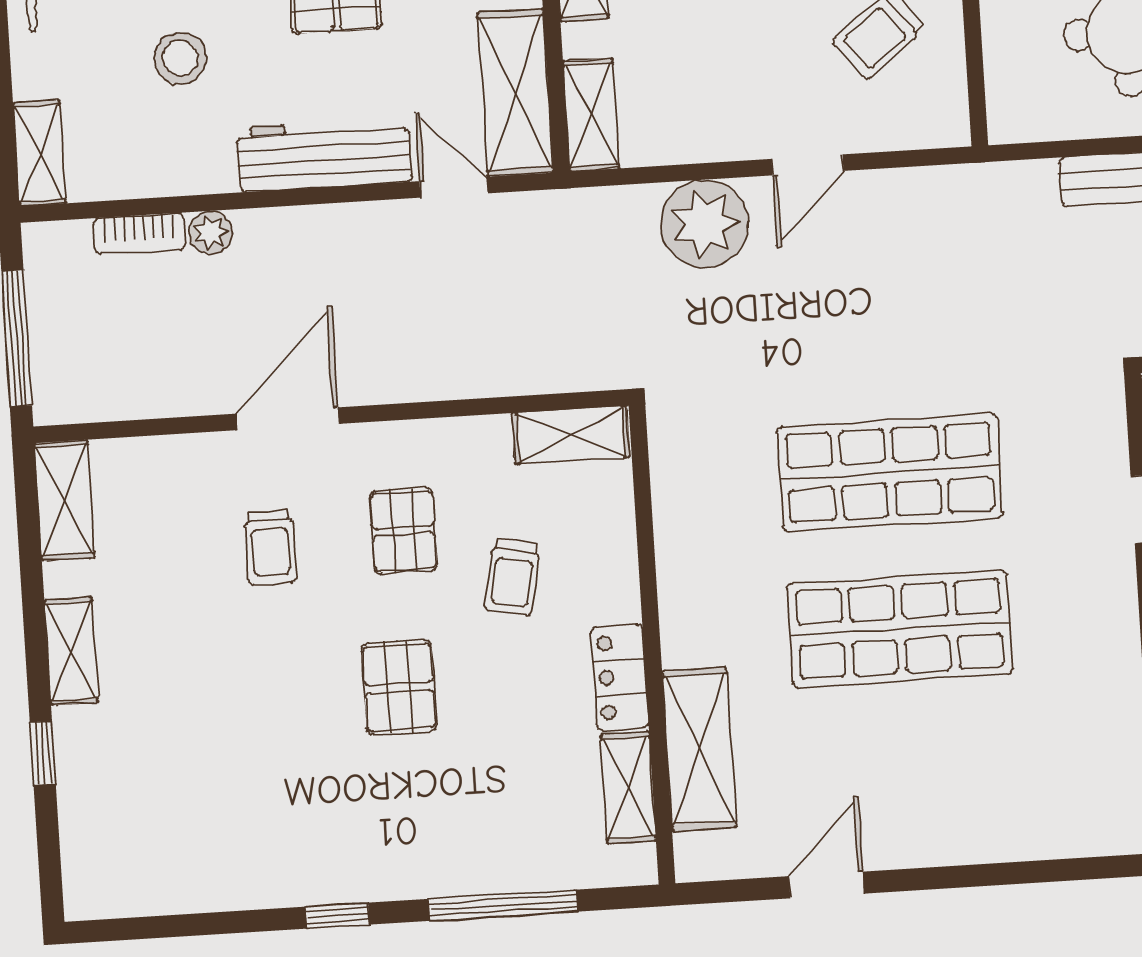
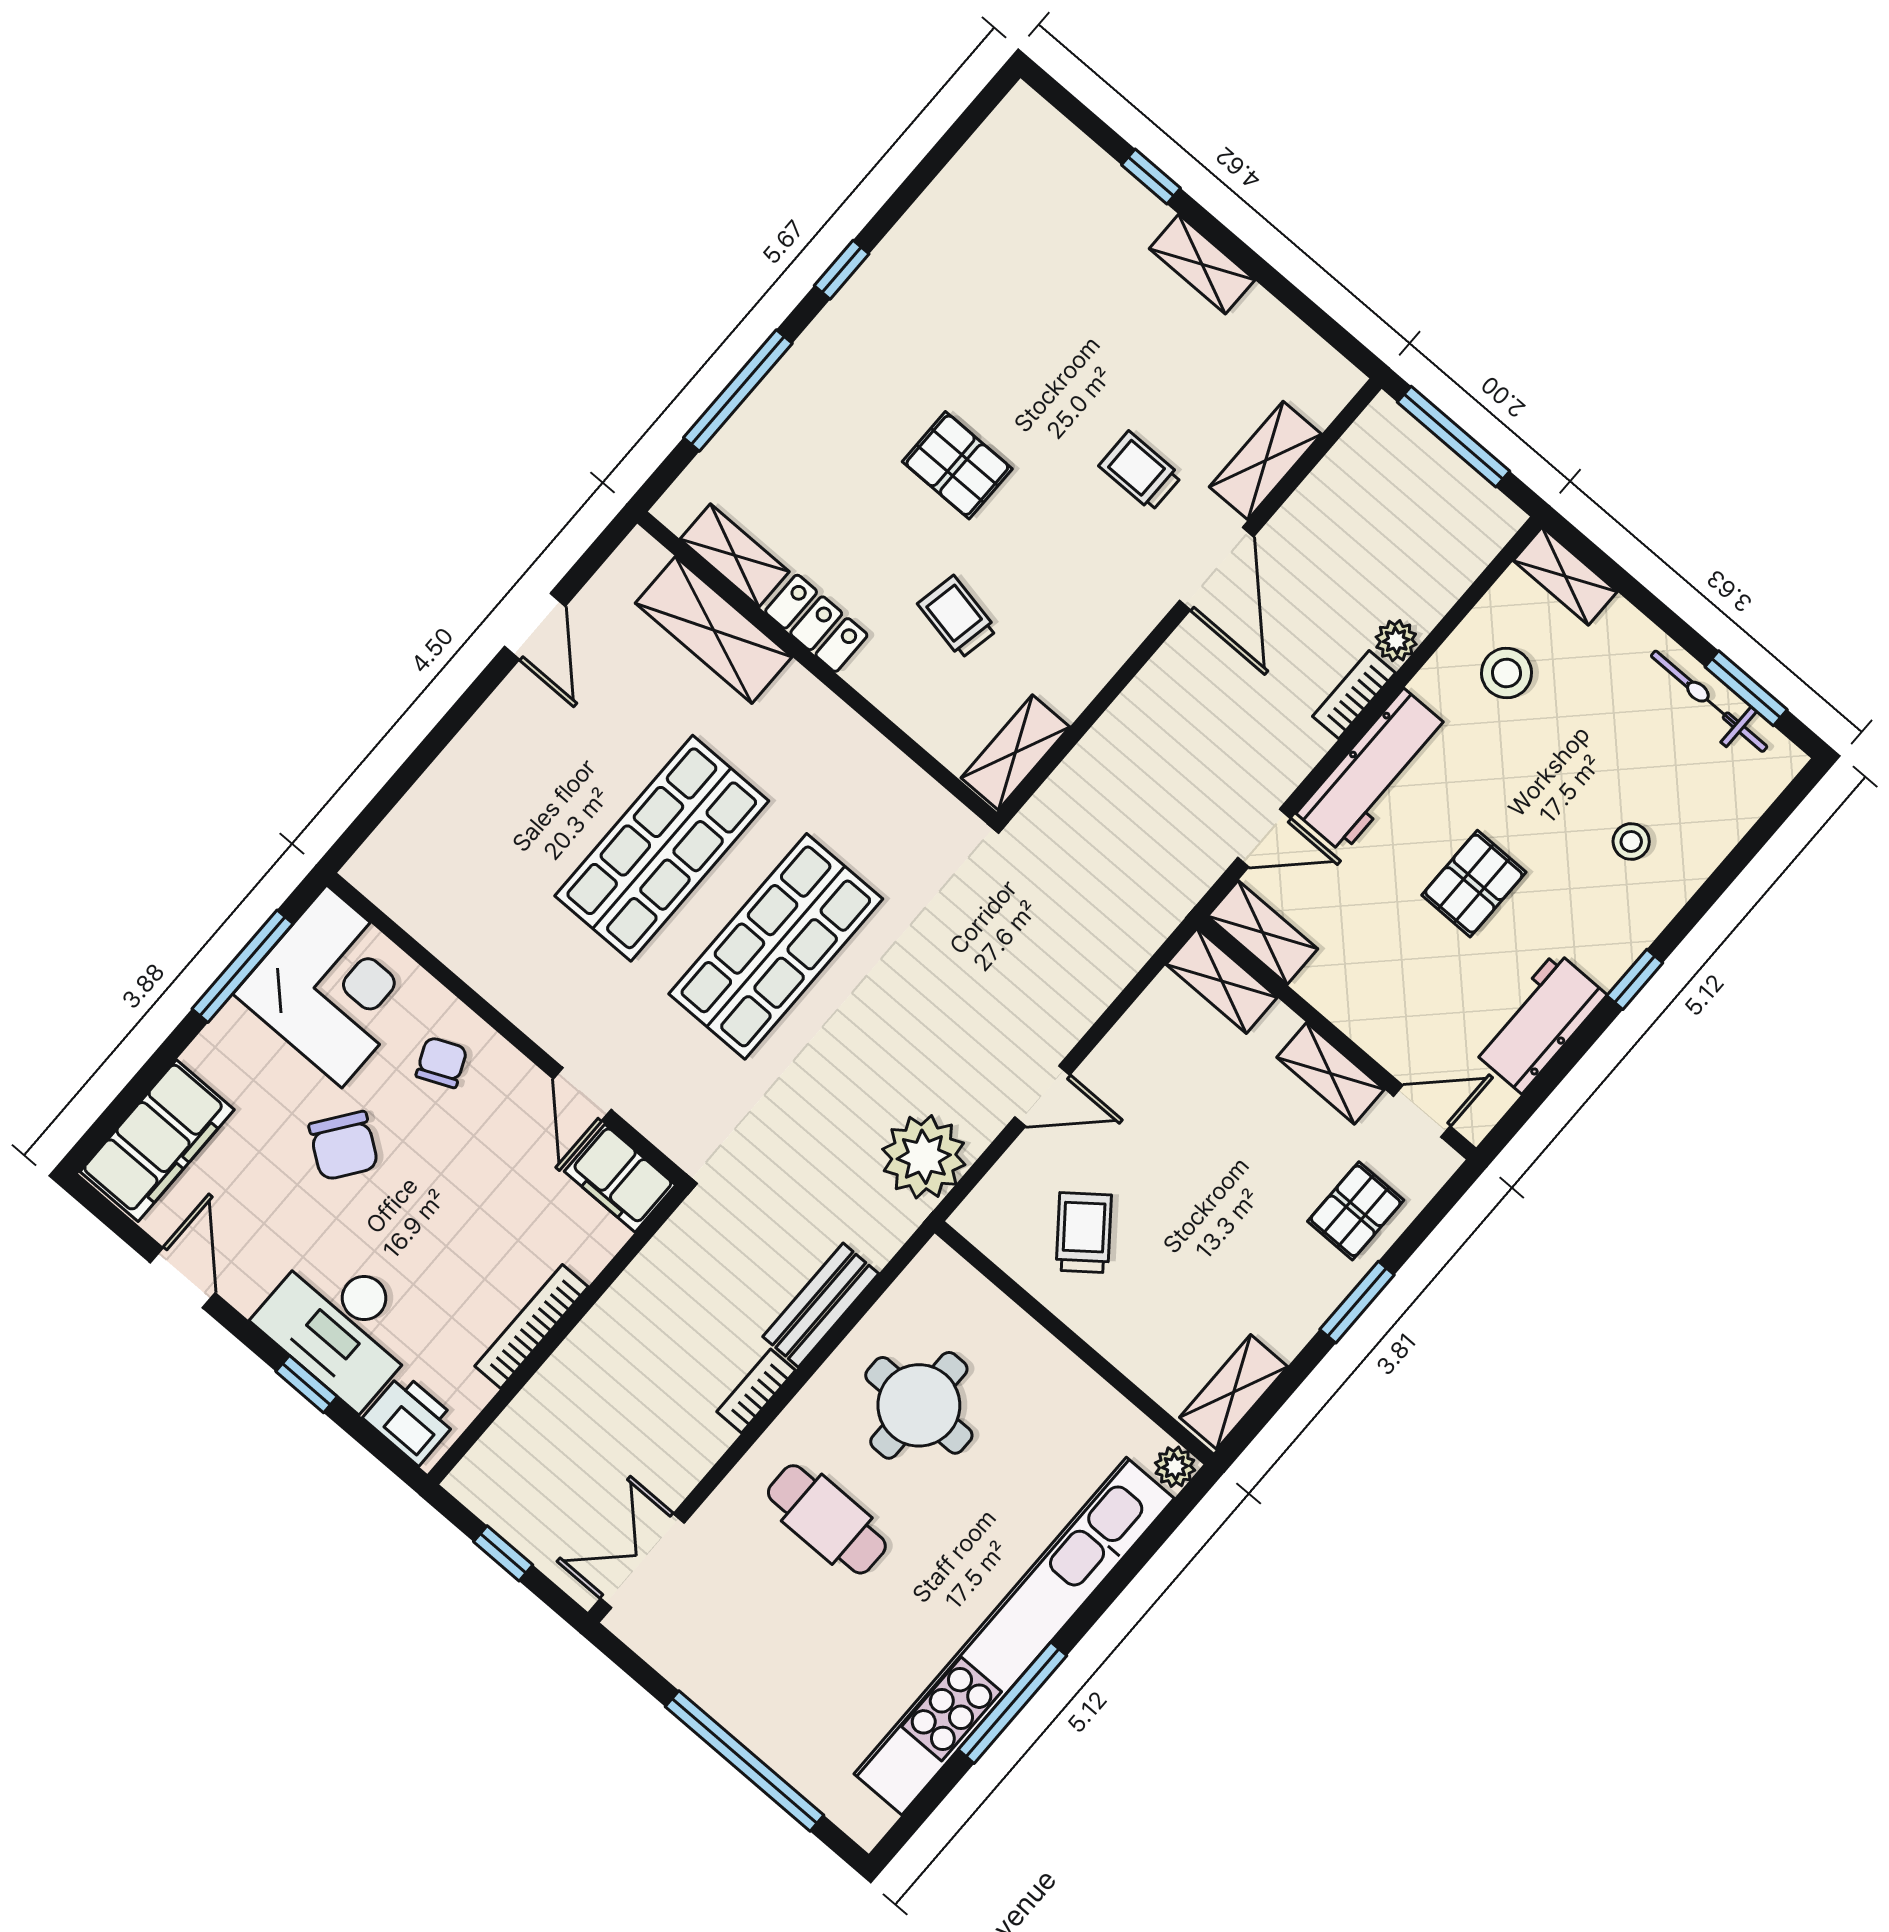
stool: (180, 58) -> (1506, 673), moved
shelving: (515, 93) -> (1263, 932), width x0.67, depth x0.75
door: (808, 165) -> (1042, 1096), swing flipped
plant: (704, 224) -> (924, 1157), moved
bookcase: (139, 233) -> (1354, 695), moved
shelving: (64, 500) -> (1265, 461), moved, turned 90
pallet: (404, 531) -> (1062, 573), removed

